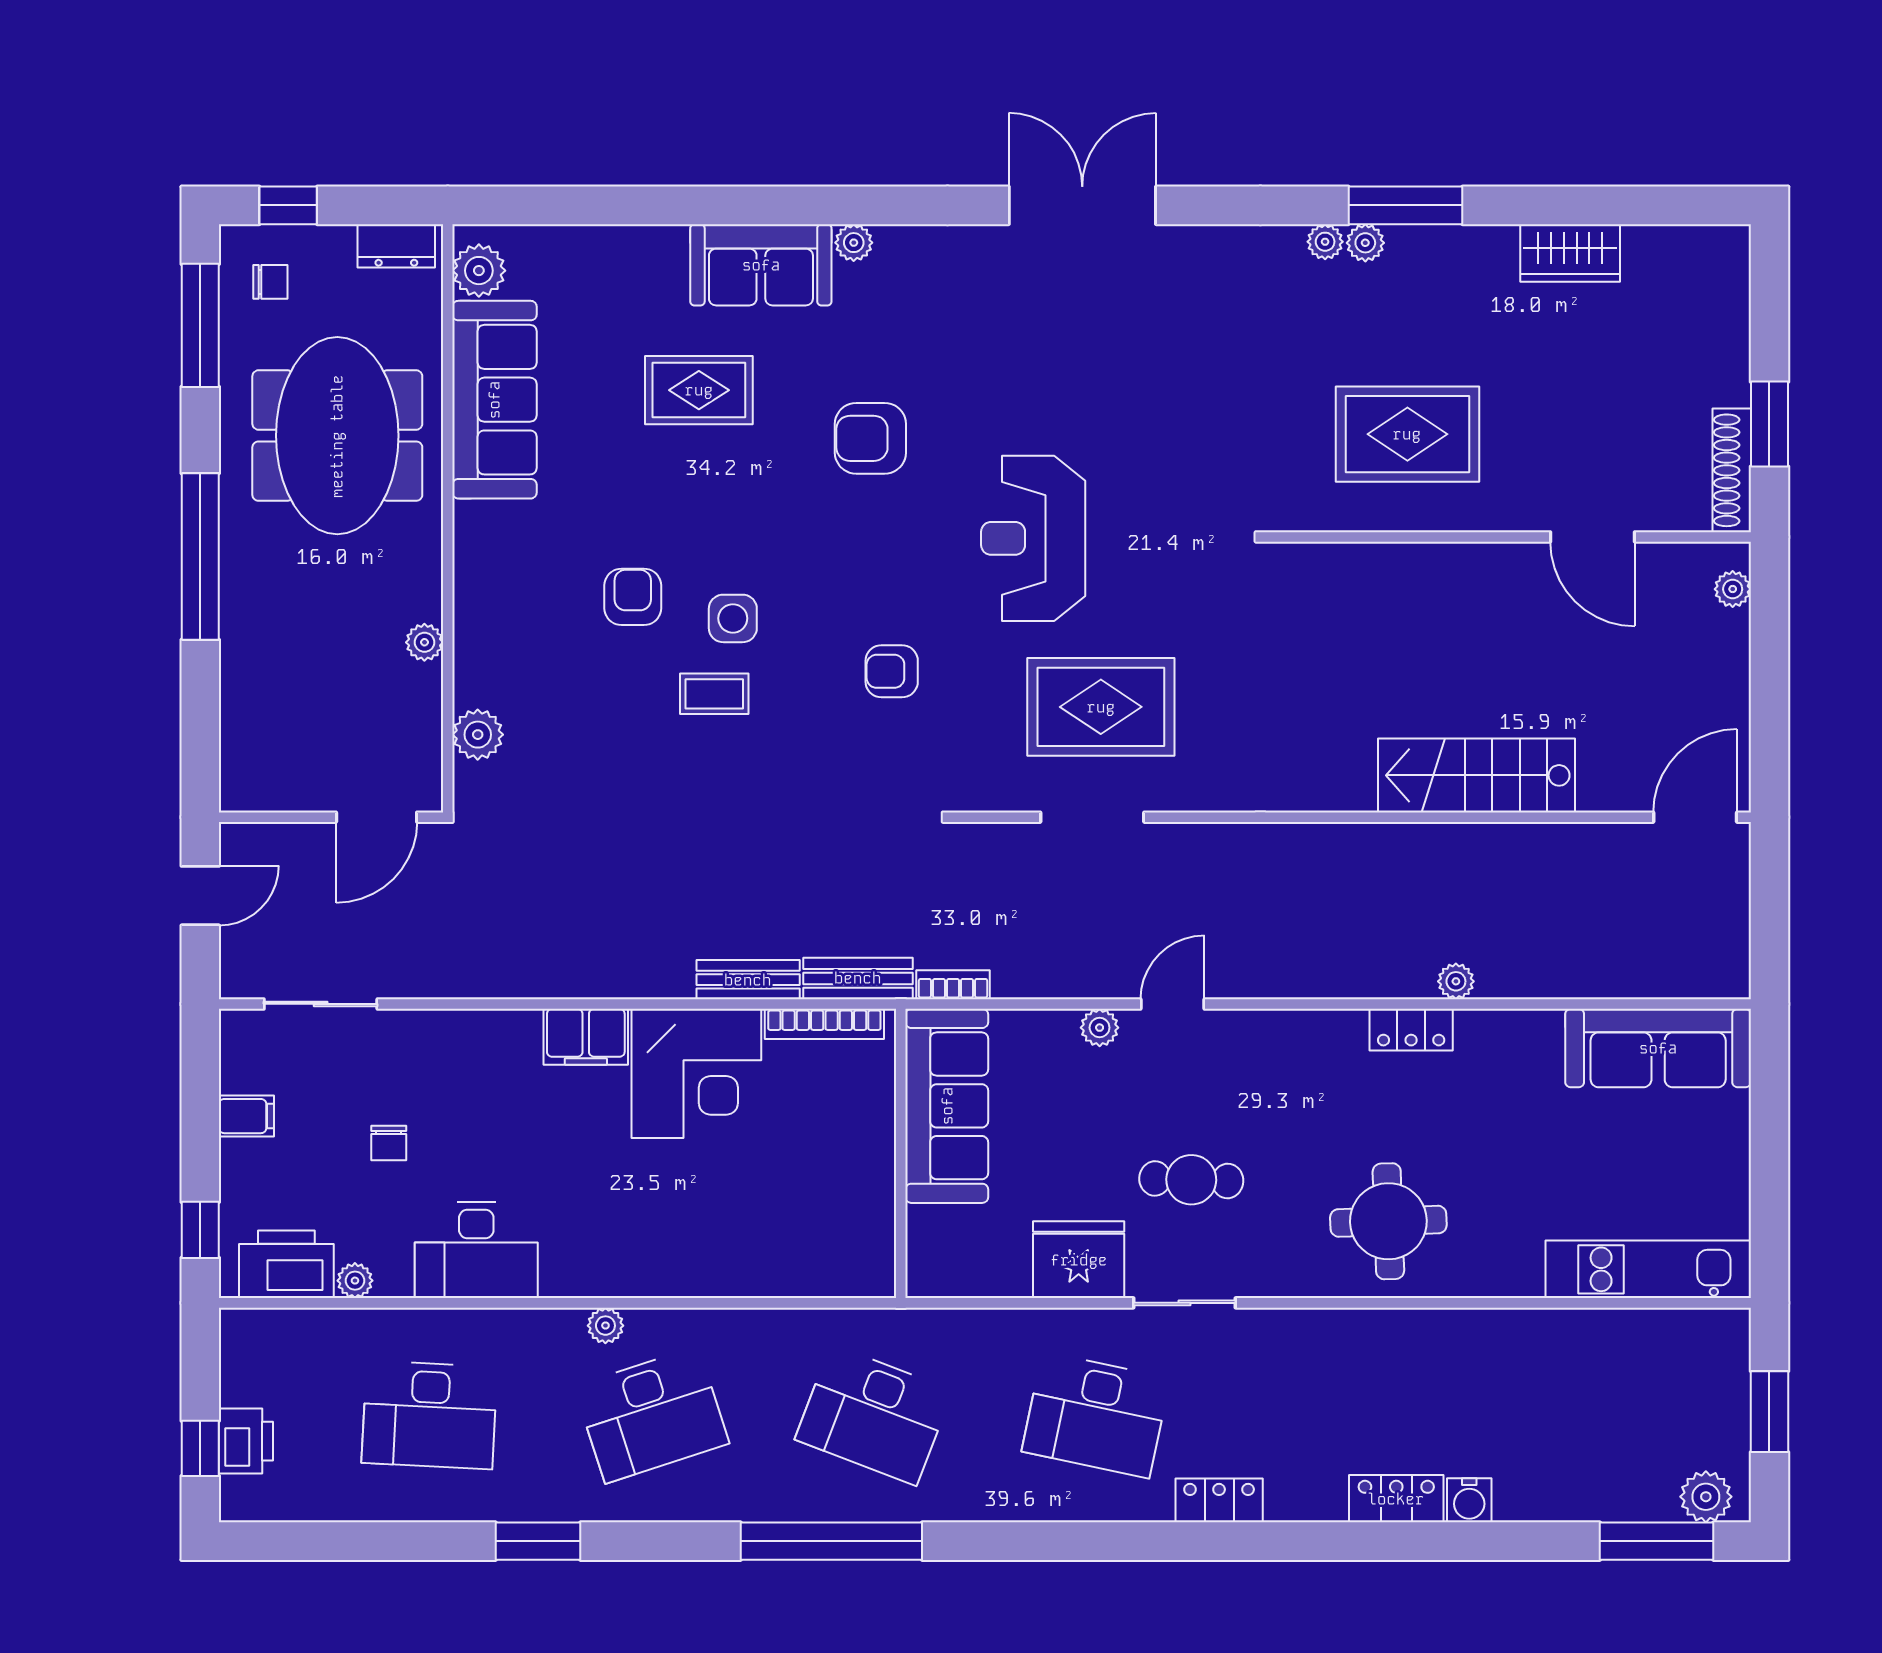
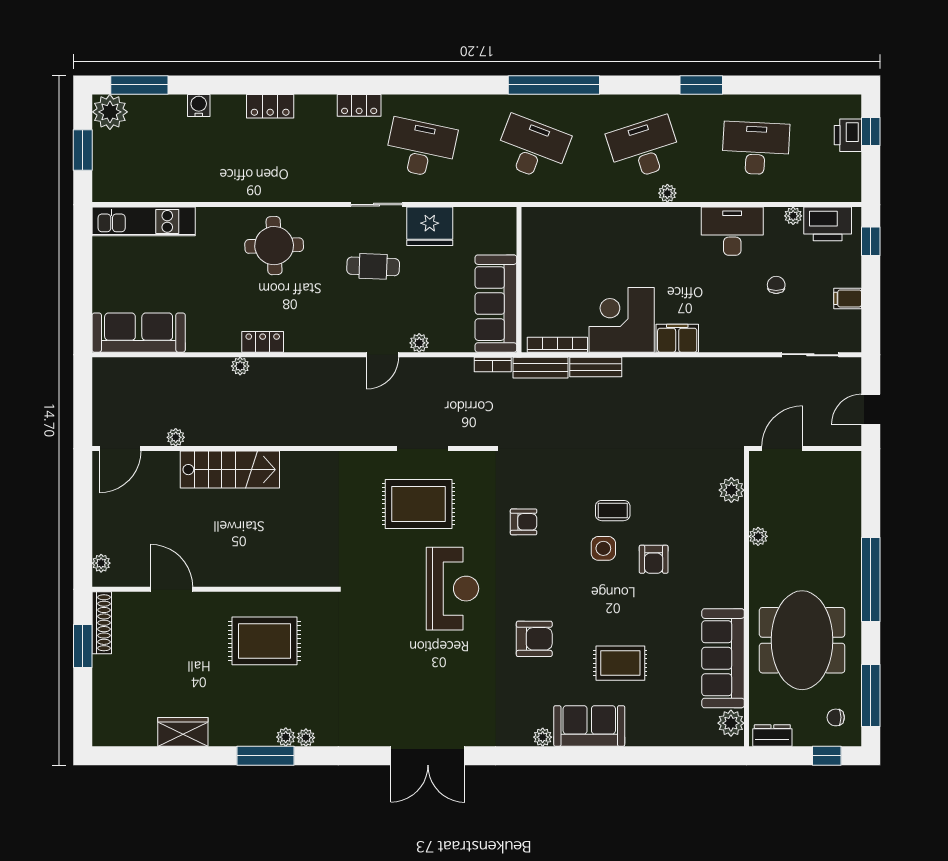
plant: (1584, 840) -> (176, 437), added
plant: (1706, 1497) -> (110, 112), width x1.36, depth x1.36
water cooler: (1469, 1500) -> (199, 105), moved

